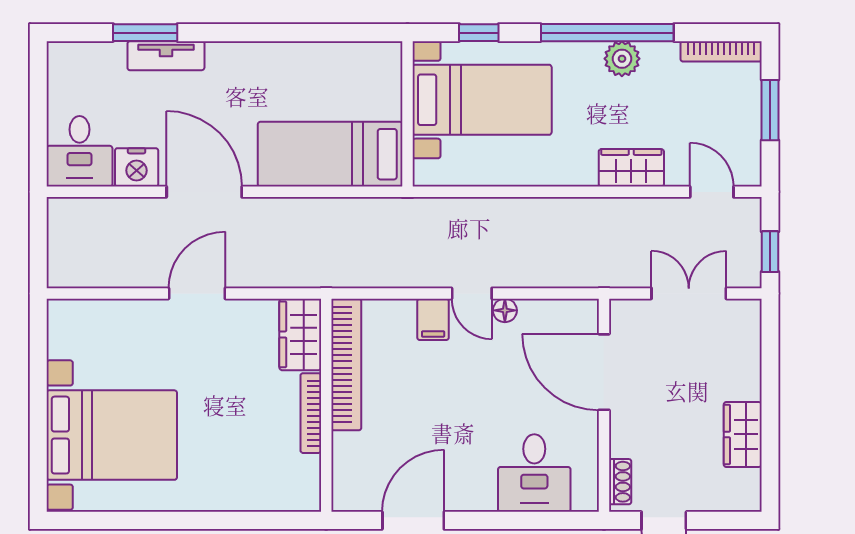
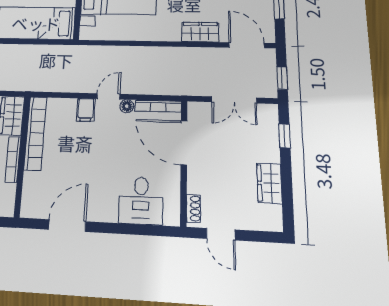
door: (712, 192) -> (247, 45), width x1.38
door: (472, 293) -> (108, 96), swing flipped
double door: (689, 293) -> (234, 100), swing flipped
bookcase: (559, 309) -> (158, 106), added
window: (770, 354) -> (285, 136), added

